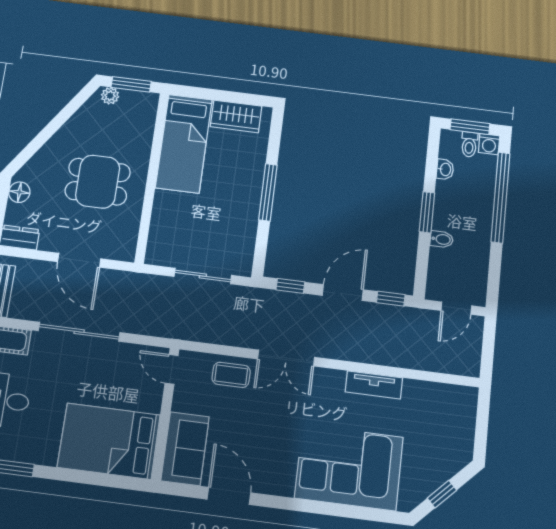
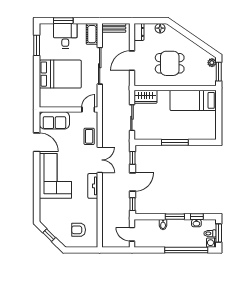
wardrobe: (236, 116) -> (146, 97), moved, turned -90
window: (431, 167) -> (197, 217), added
dining table: (98, 182) -> (170, 63), turned 90
door: (343, 293) -> (133, 182), hinge flipped
double door: (286, 358) -> (100, 160), swing flipped
tv unit: (374, 385) -> (93, 186), moved
armchair: (436, 425) -> (79, 230), added
bed: (109, 441) -> (60, 74), moved, turned 90
corner sofa: (349, 467) -> (55, 176), moved
door: (229, 496) -> (37, 142), hinge flipped

